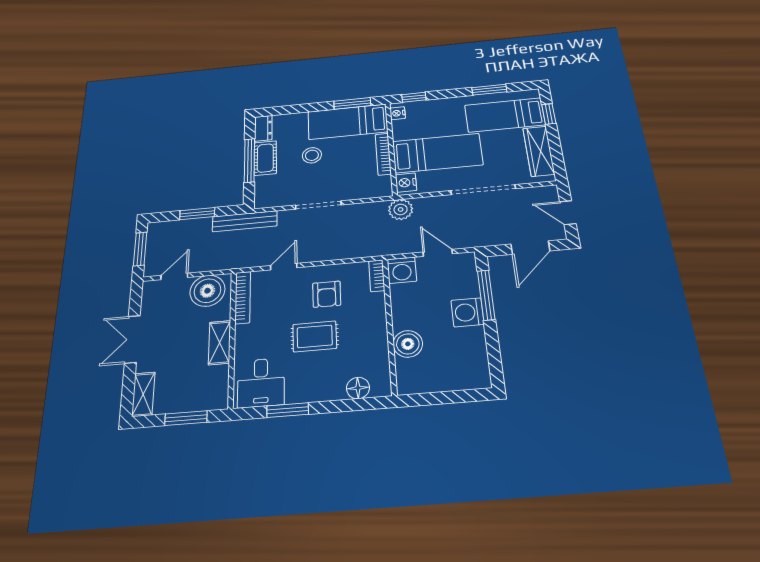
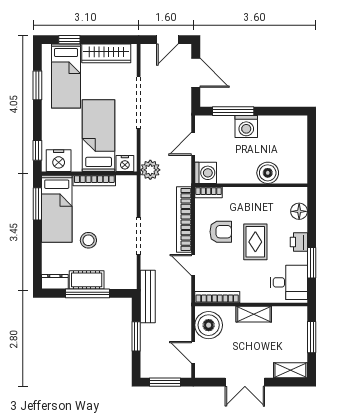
nightstand: (398, 113) -> (59, 161), width x1.89, depth x1.79
bookcase: (341, 251) -> (184, 219), added
printer: (316, 391) -> (299, 242), added

